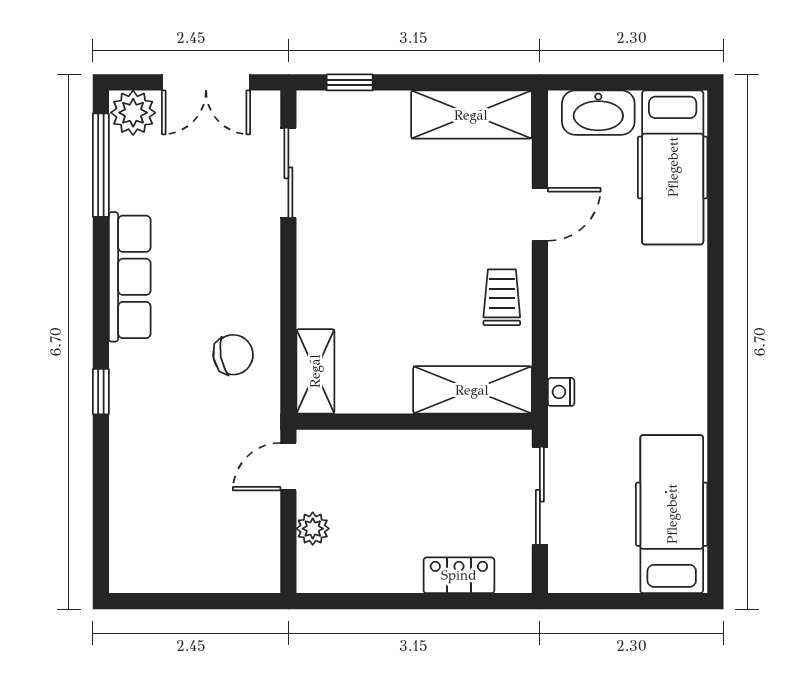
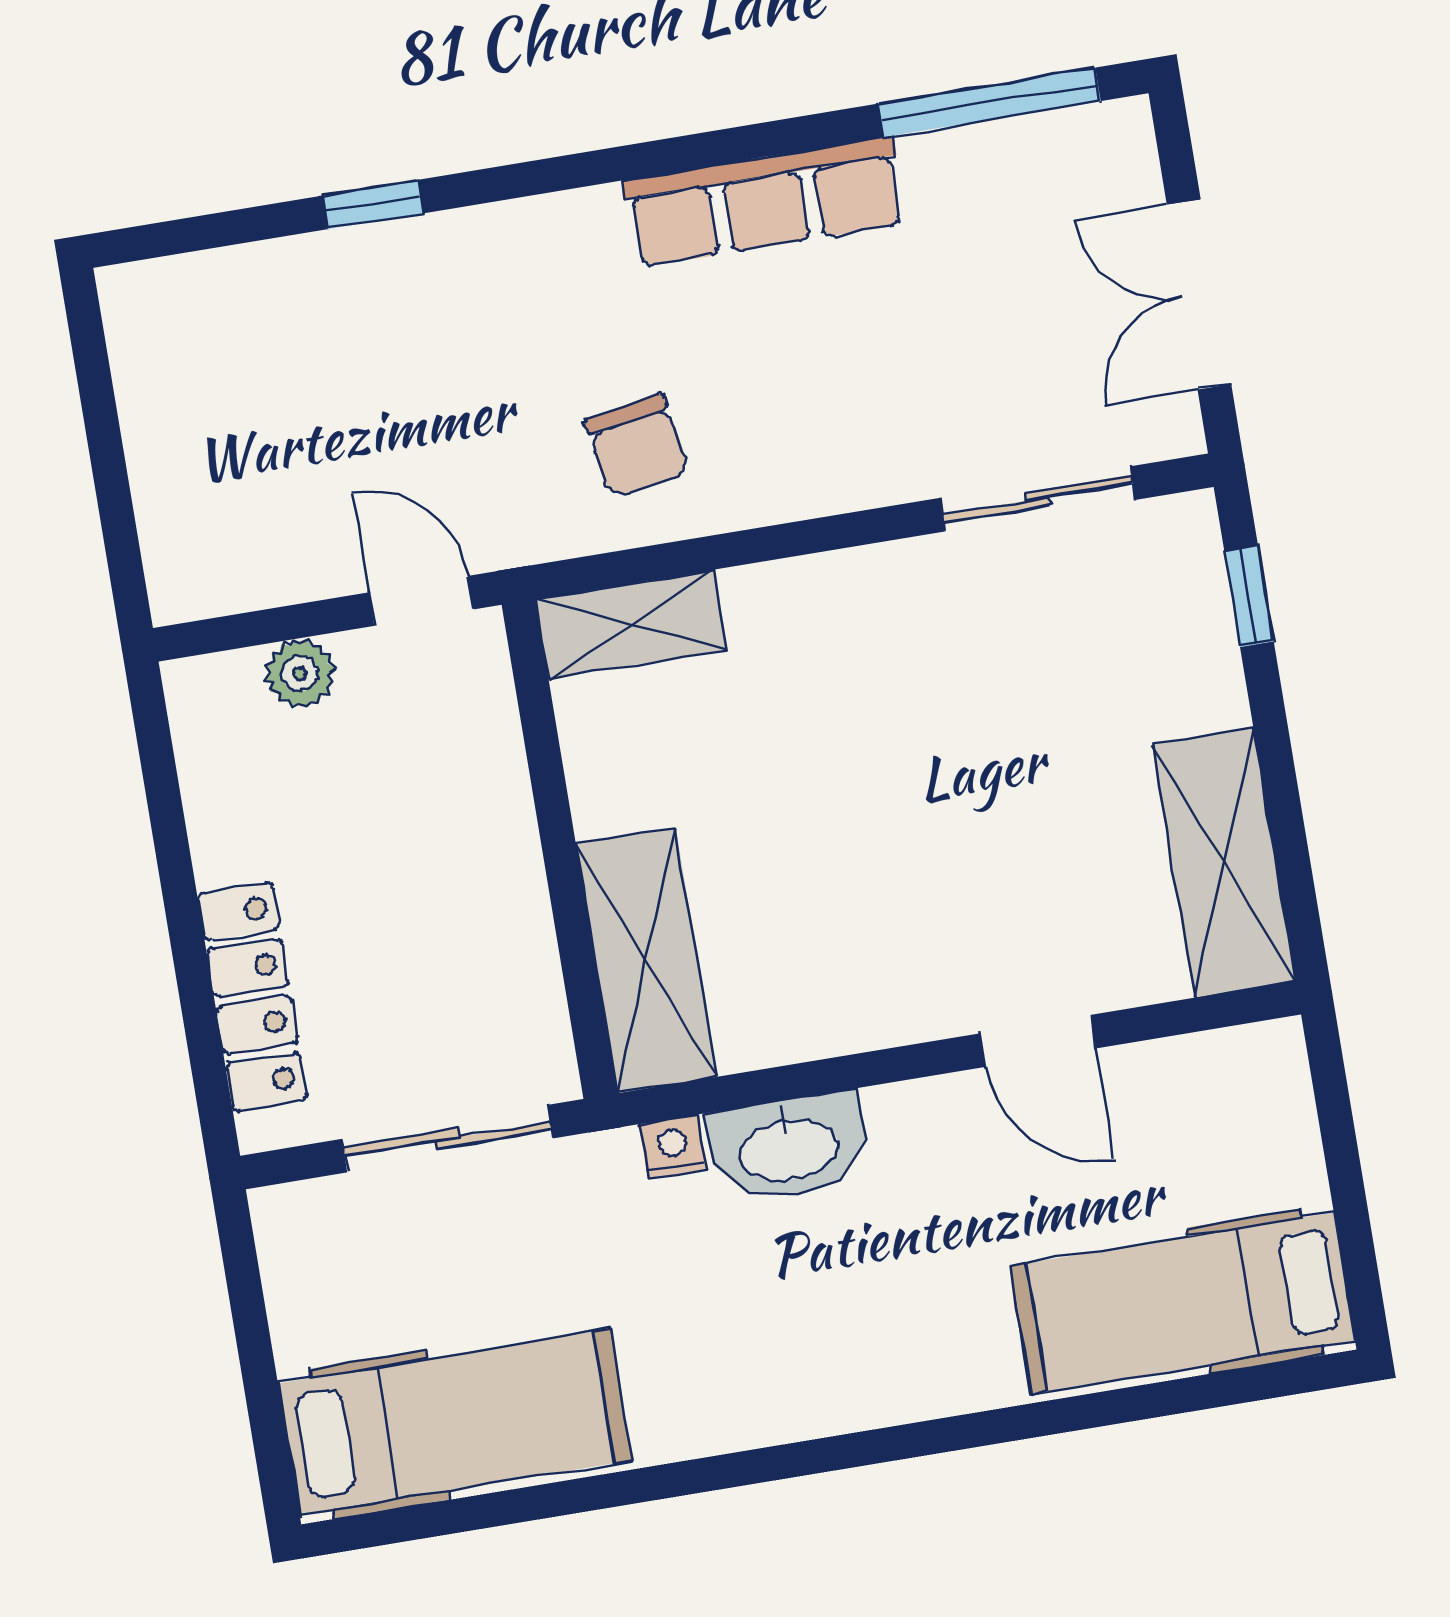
plant: (133, 113) -> (1110, 152), removed
washbasin: (598, 113) -> (788, 1147), moved, turned -90
trolley: (502, 297) -> (851, 990), removed
window: (101, 392) -> (373, 204), moved
locker: (459, 575) -> (252, 997), width x1.53

